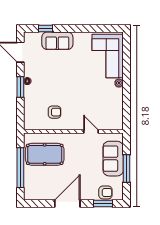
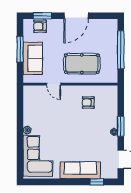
sofa: (57, 41) -> (80, 170), width x1.36
pool table: (45, 154) -> (82, 64), moved

